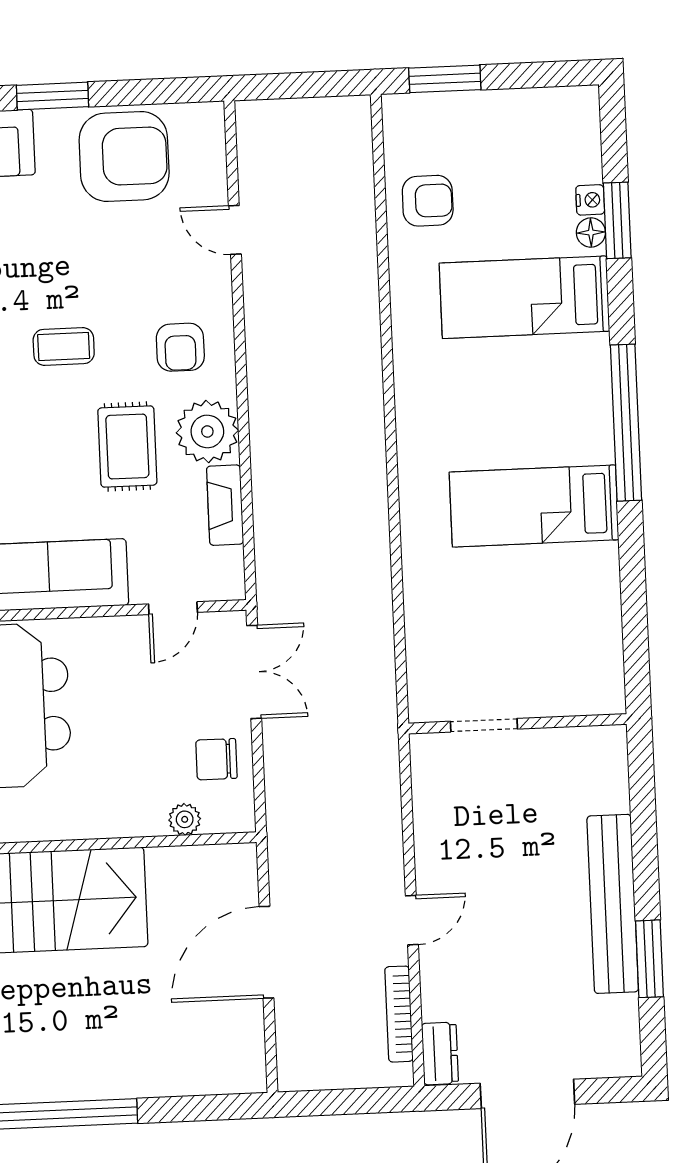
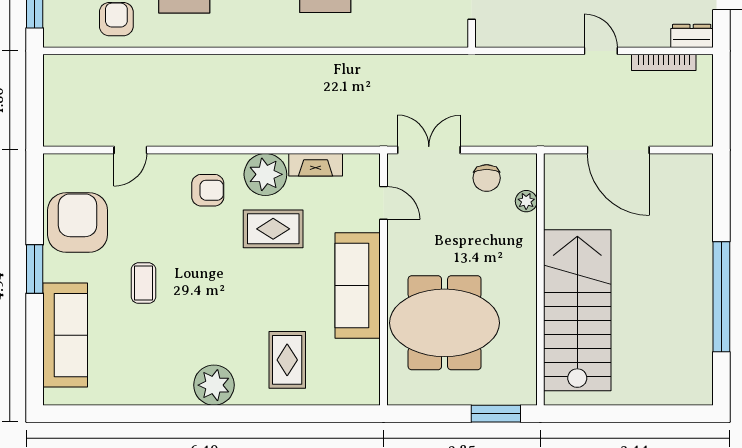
coffee table: (64, 346) -> (143, 283), moved

